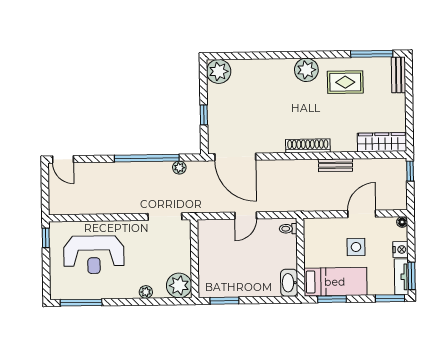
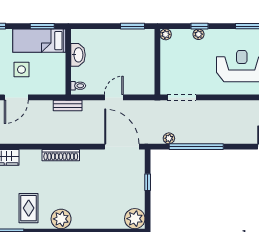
rug: (345, 82) -> (29, 208), turned 90
bench: (335, 165) -> (68, 105), moved
washbasin: (289, 283) -> (78, 55), moved
plant: (179, 285) -> (166, 34), width x0.53, depth x0.53
window: (145, 302) -> (200, 26), added

